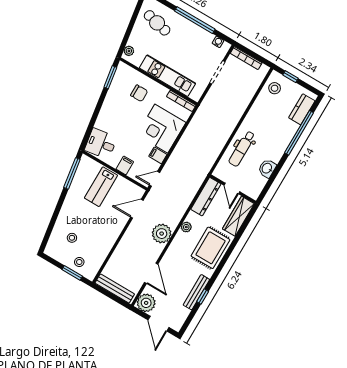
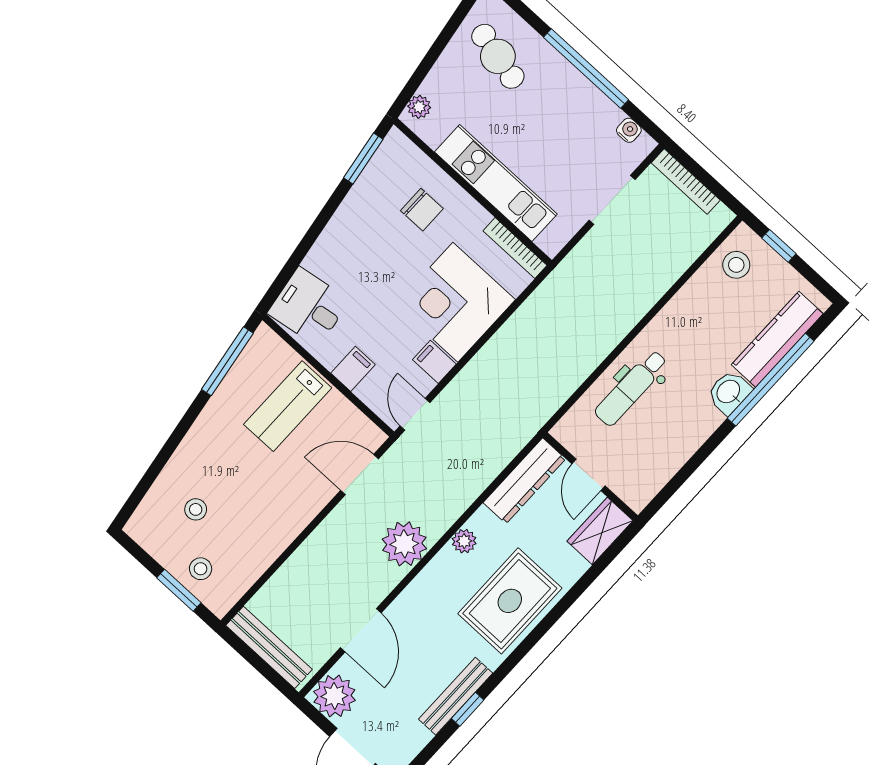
kitchen counter: (302, 109) -> (777, 339), width x1.50
washbasin: (267, 168) -> (729, 392), moved
door: (155, 179) -> (415, 414), hinge flipped
wardrobe: (238, 216) -> (600, 531), width x0.67

